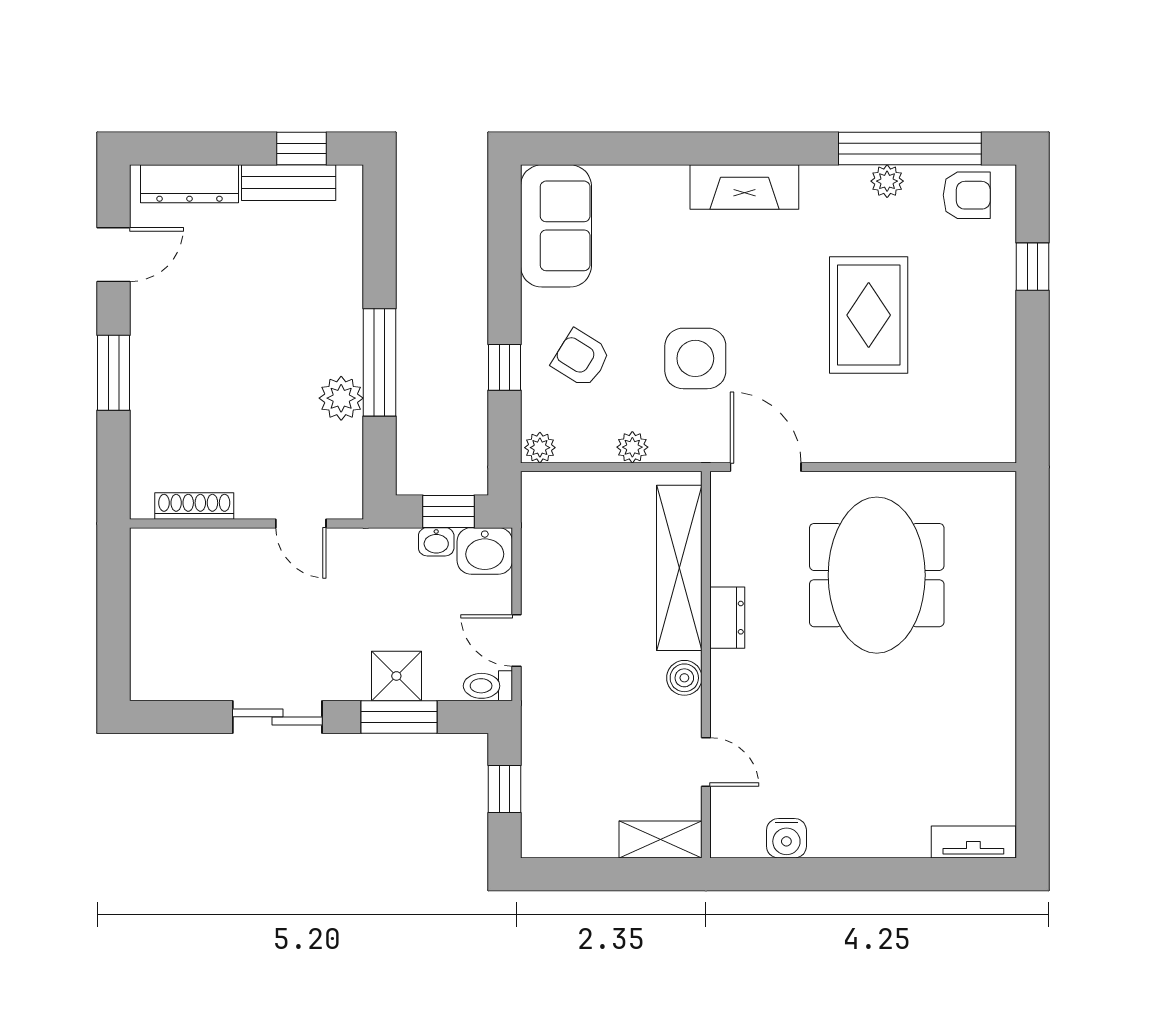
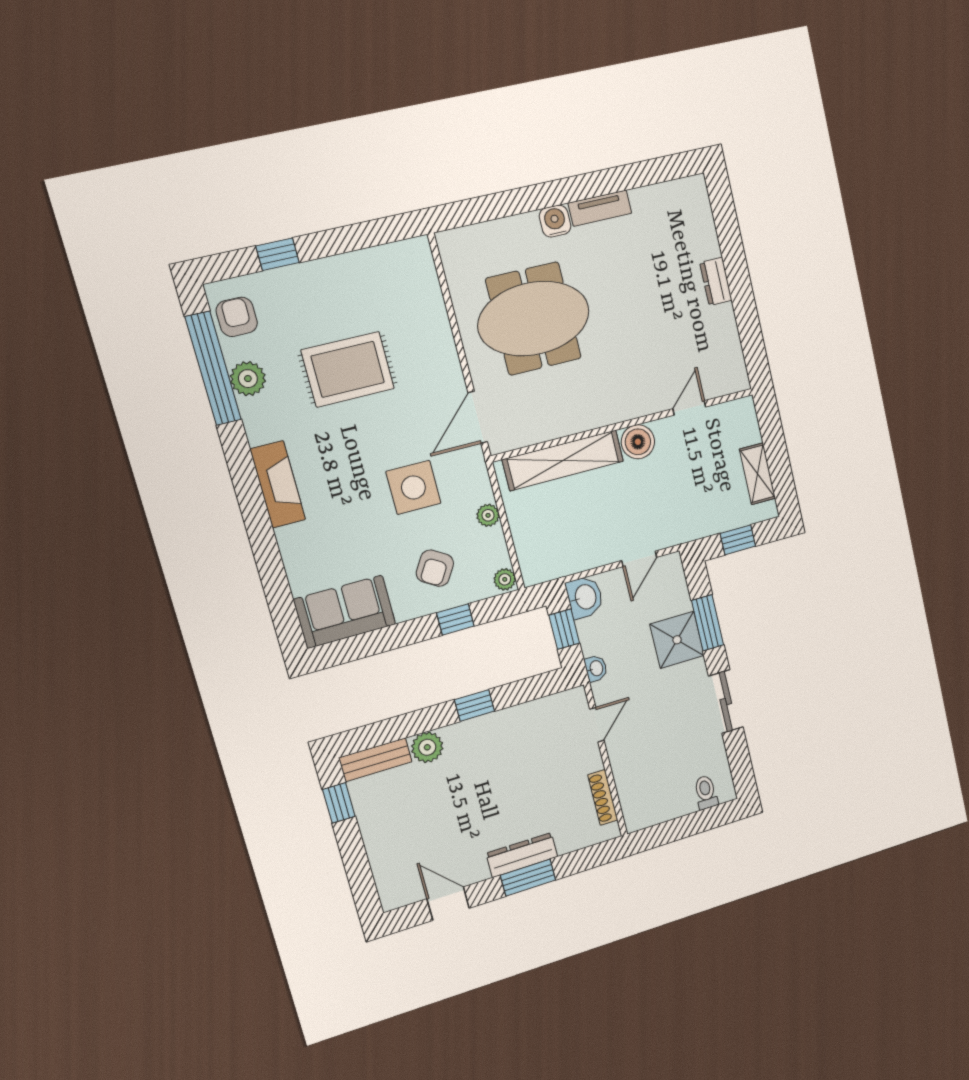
plant: (887, 181) -> (248, 379), width x1.38, depth x1.38
bench: (289, 183) -> (375, 760), moved, turned 90
dresser: (189, 184) -> (522, 855), moved, turned -90
window: (379, 362) -> (475, 705), width x0.46
plant: (341, 398) -> (427, 747), moved
washbasin: (436, 542) -> (596, 668), moved
dresser: (727, 618) -> (716, 281), moved, turned -90
shower: (396, 676) -> (677, 640), width x1.36, depth x1.36
boiler: (684, 678) -> (638, 442), width x1.36, depth x1.36
toilet: (488, 686) -> (706, 792), moved, turned 180
water cooler: (786, 838) -> (555, 221), moved, turned -90
shelving: (661, 839) -> (757, 474), moved
tv unit: (973, 842) -> (600, 208), moved, turned -90

